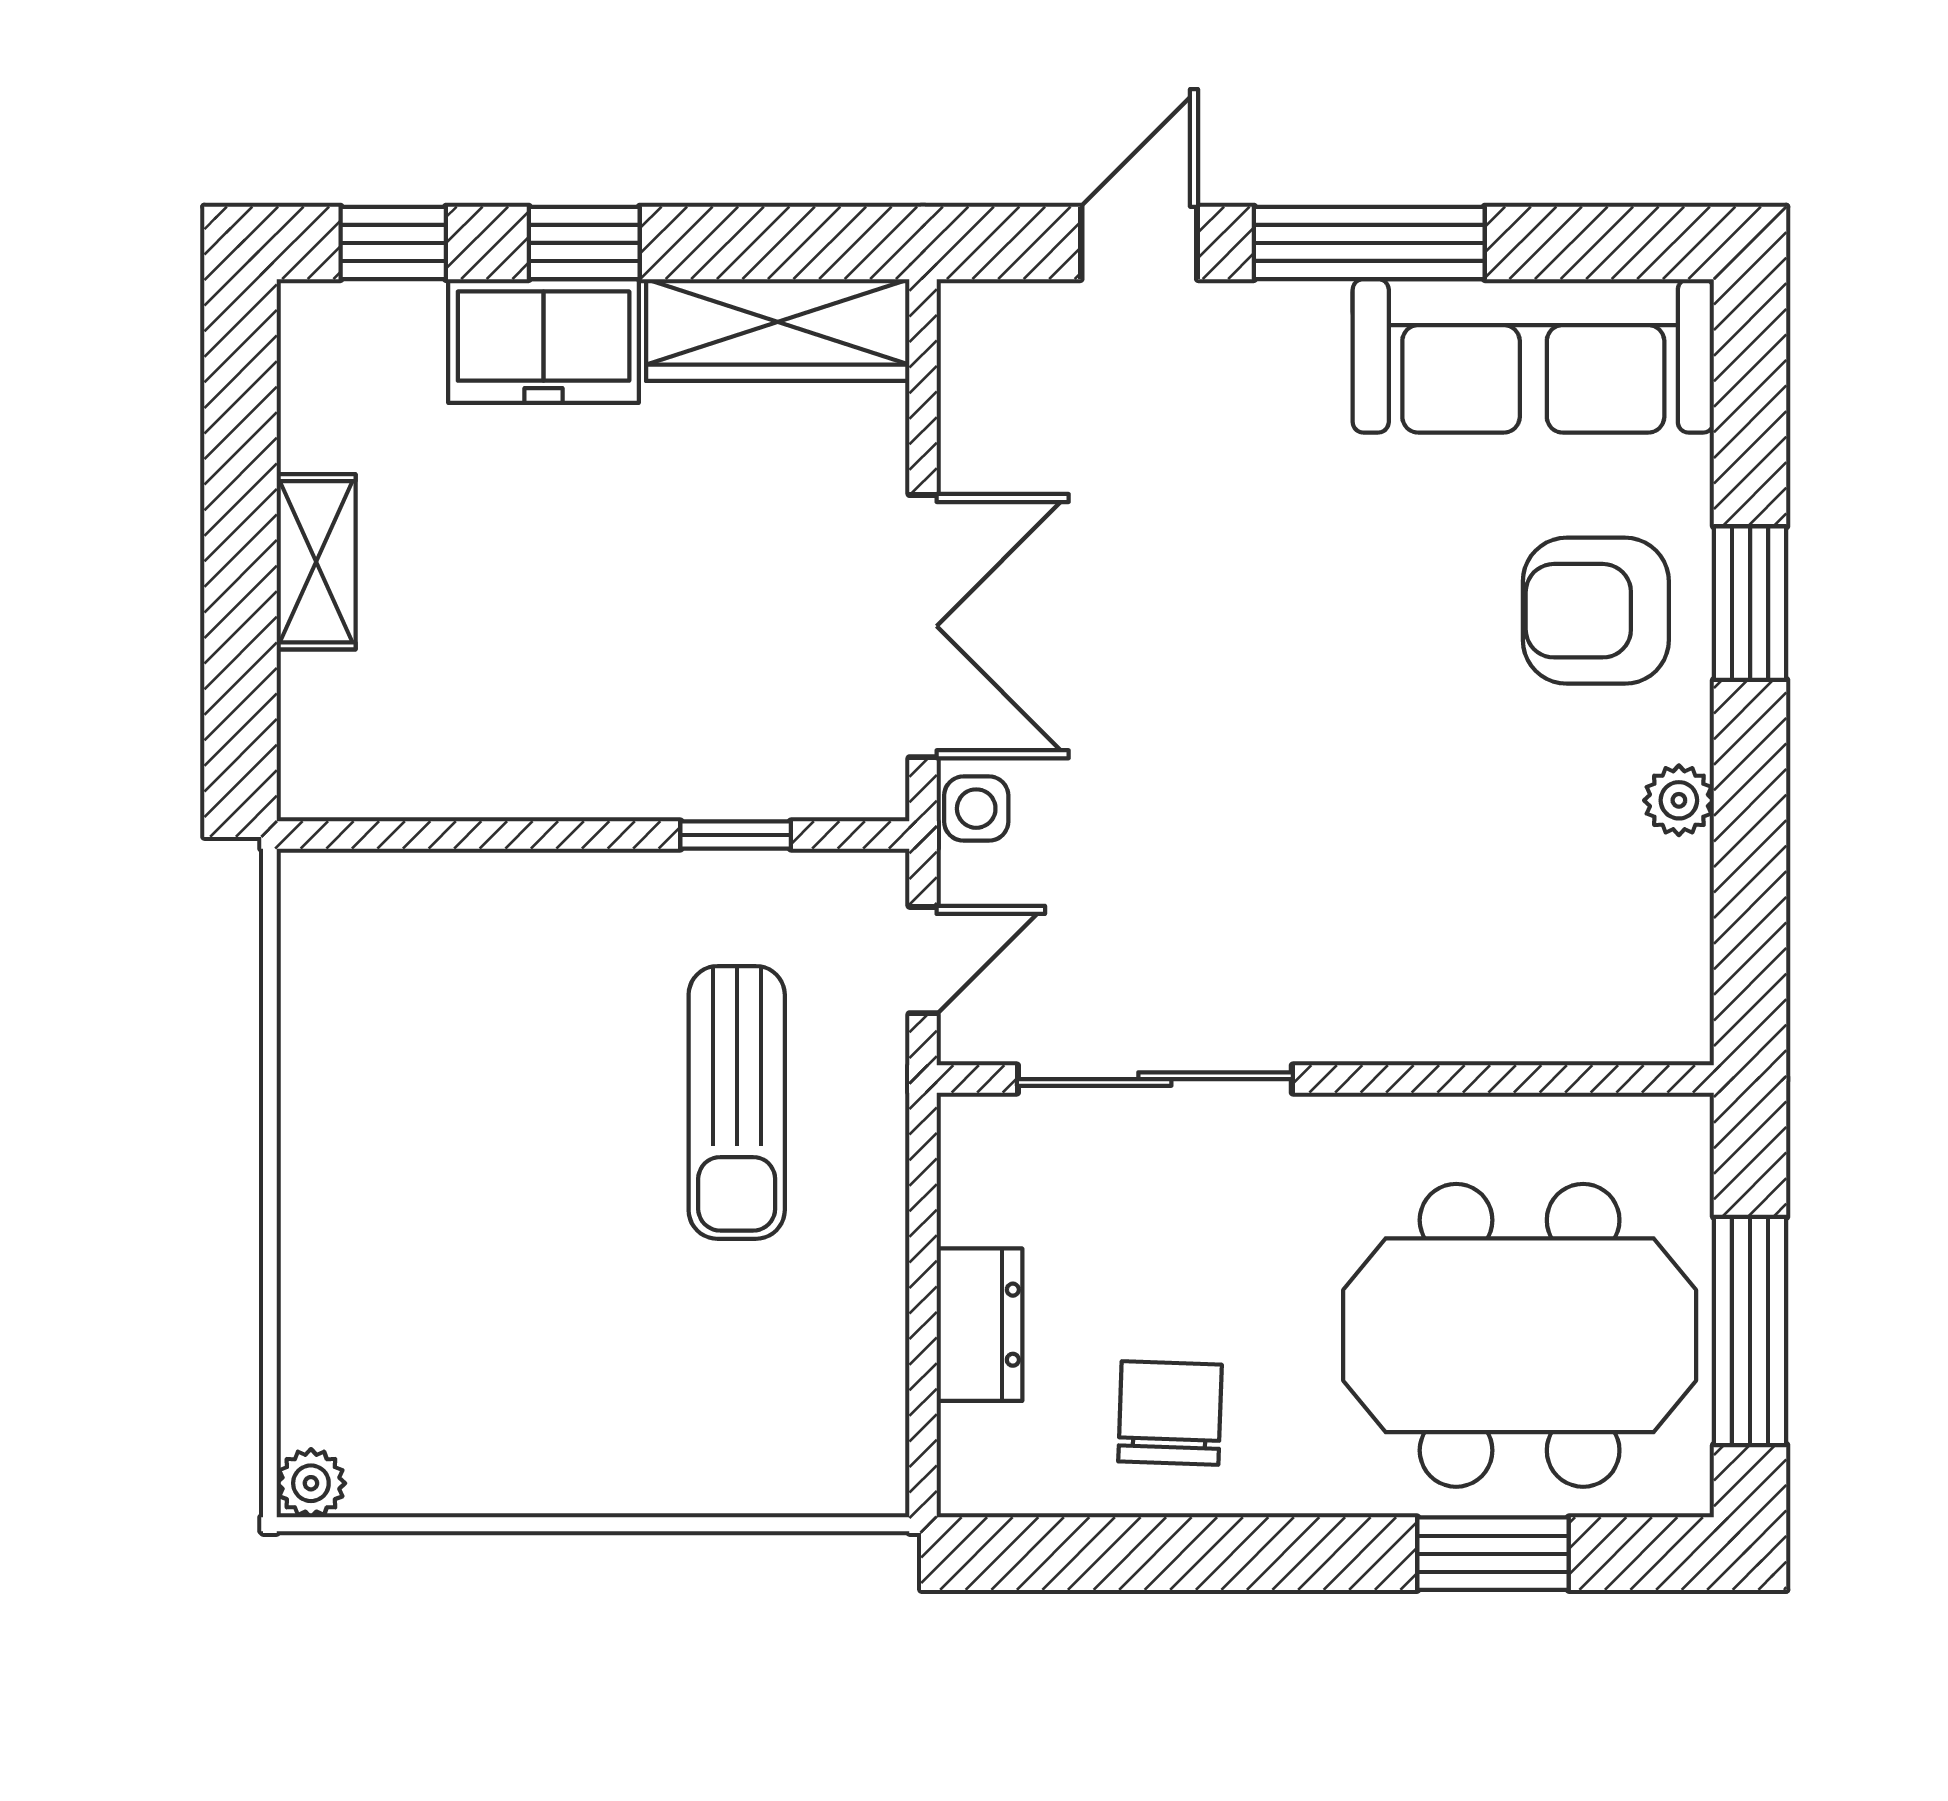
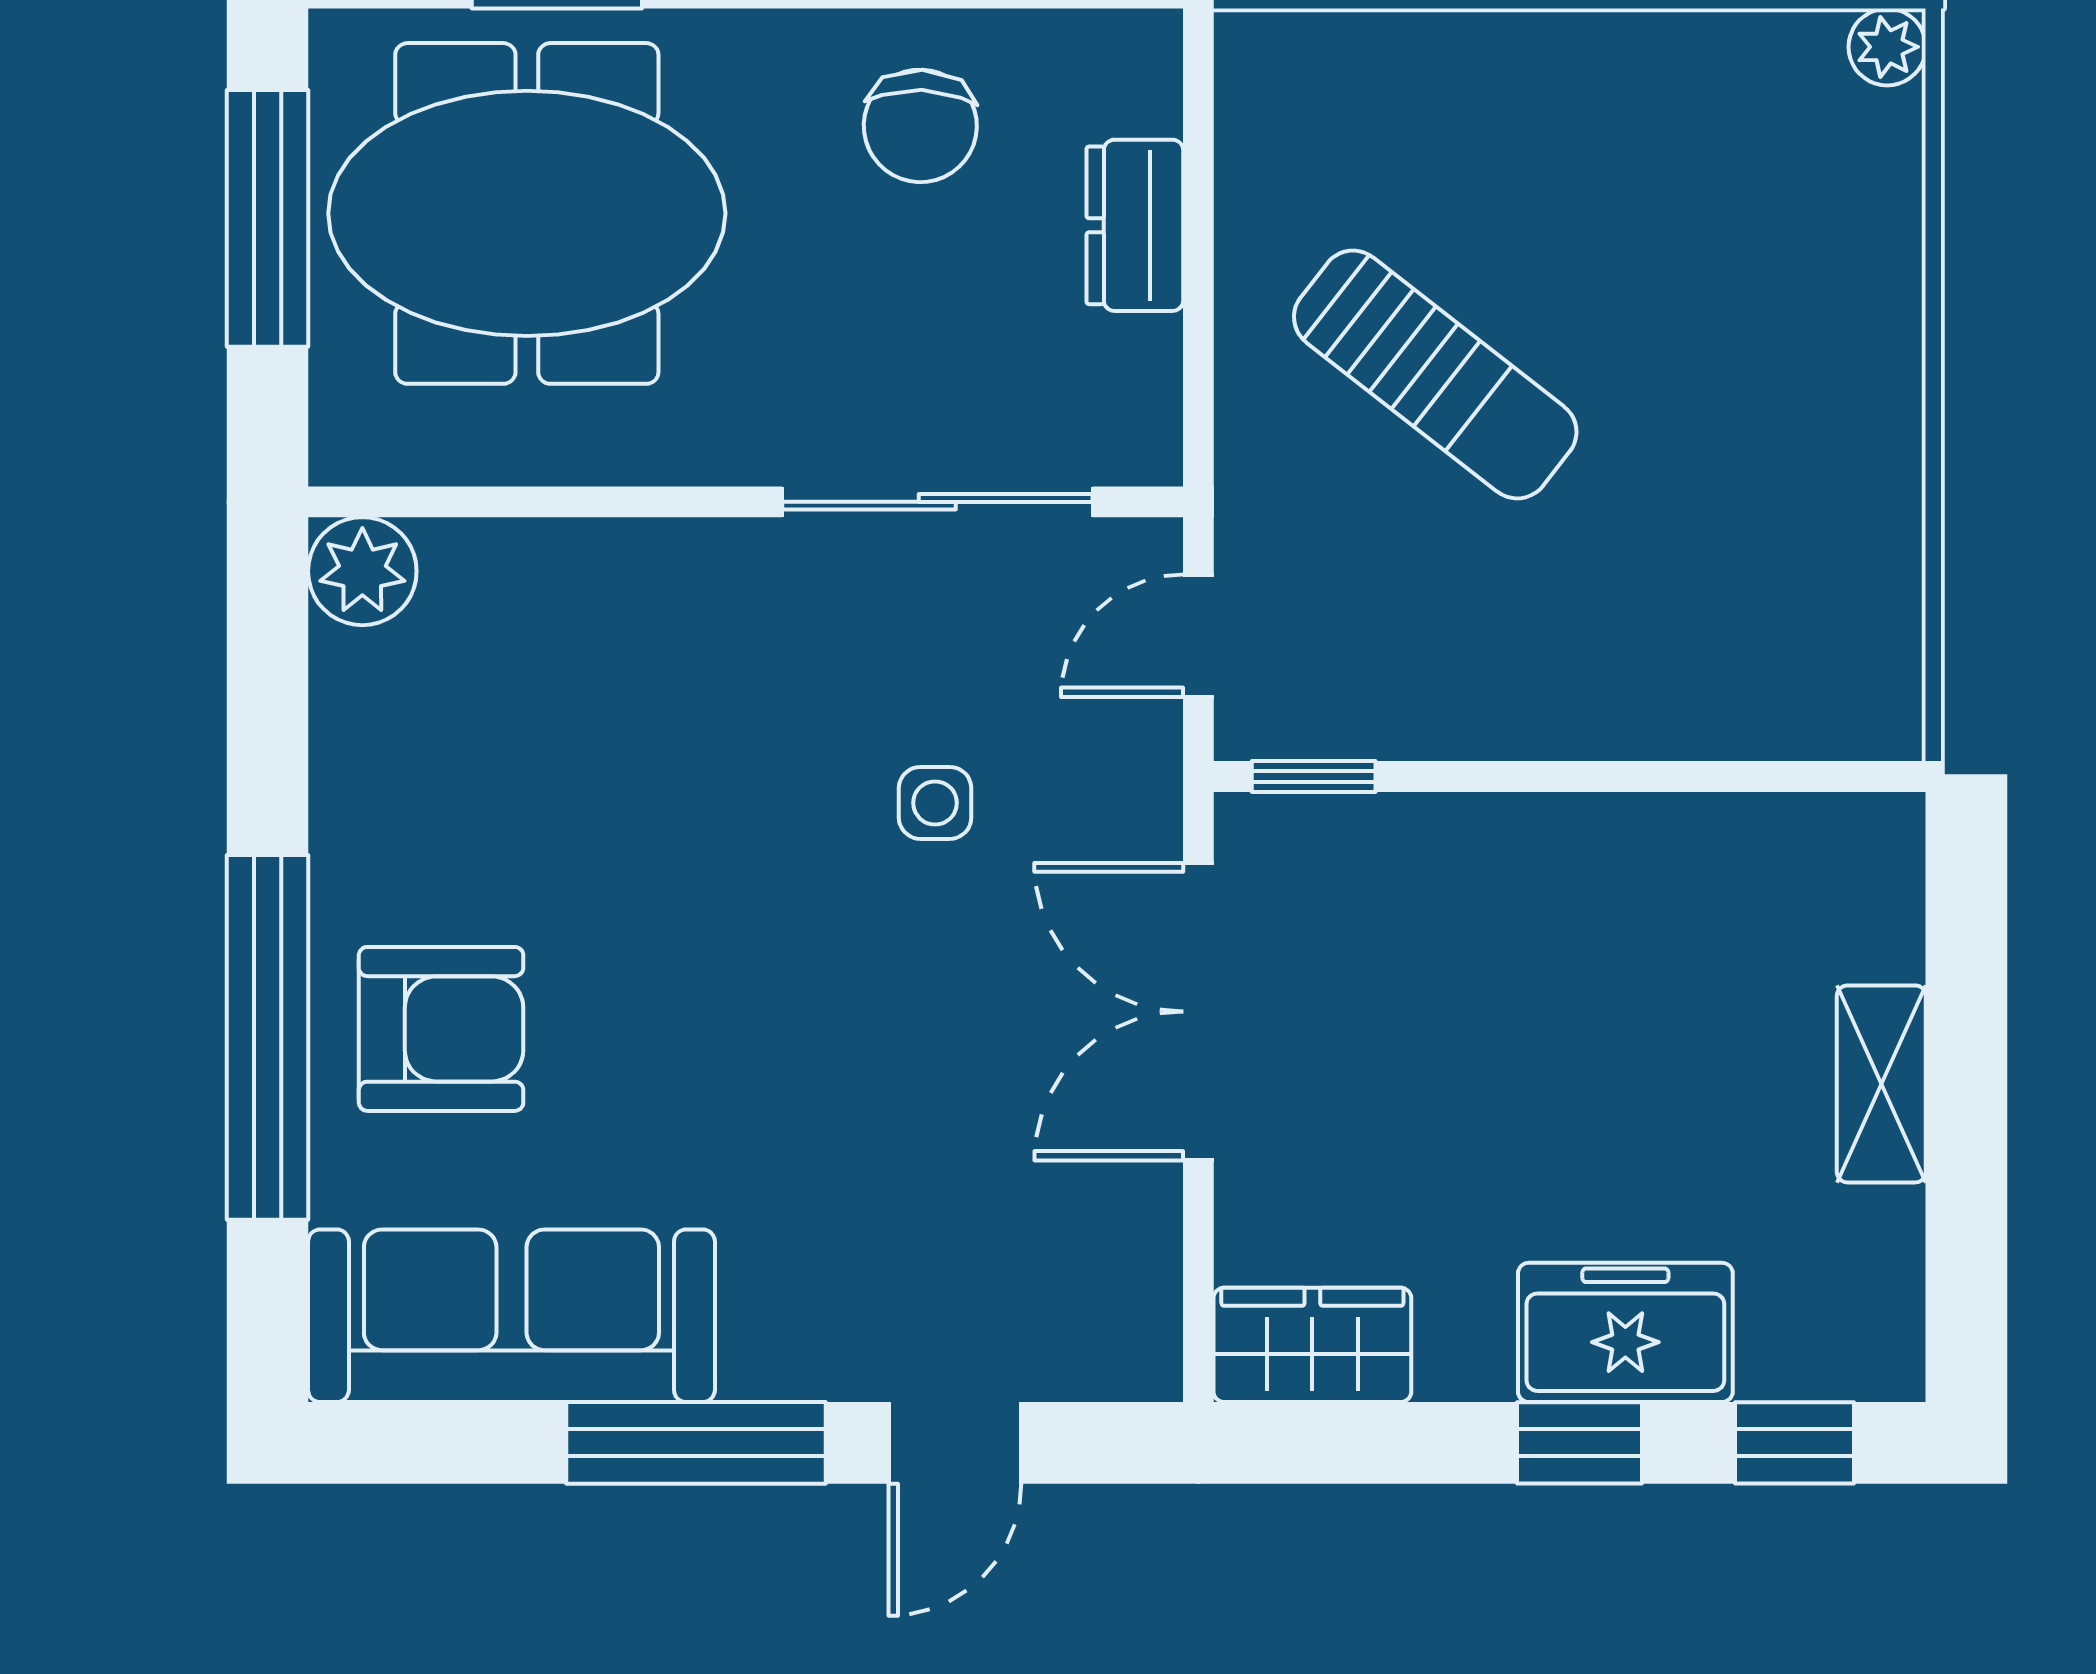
wardrobe: (778, 330) -> (1312, 1345), width x0.67
window: (1750, 603) -> (267, 1037), width x2.11
plant: (1679, 800) -> (362, 571), moved, width x1.38, depth x1.38
side table: (976, 809) -> (935, 803), moved
window: (736, 835) -> (1314, 776), moved
sun lounger: (737, 1102) -> (1435, 374), moved, turned 128

